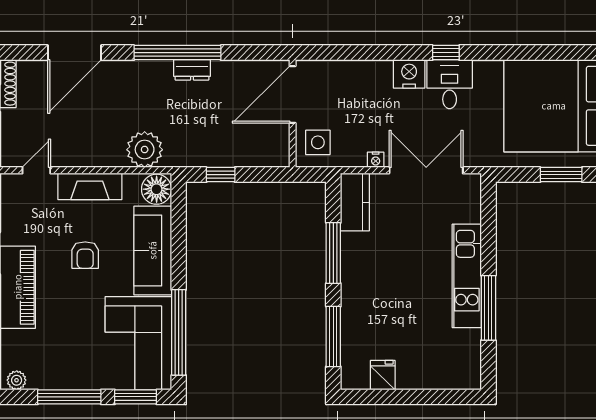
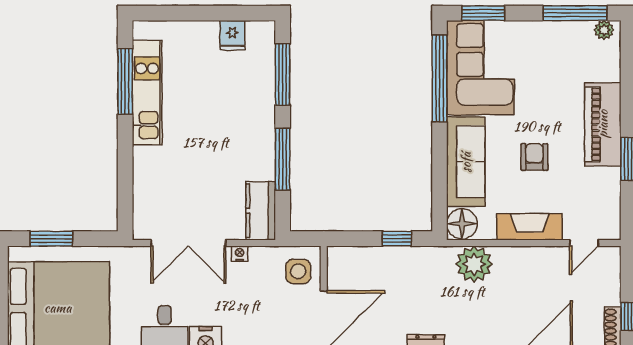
kitchen unit: (467, 276) -> (147, 93), moved
window: (488, 308) -> (125, 81), moved
window: (69, 397) -> (575, 13), moved

